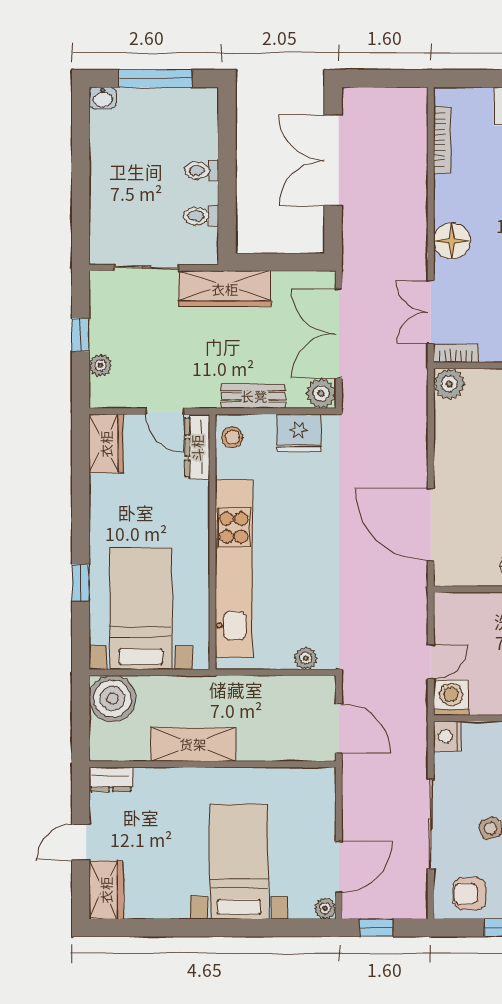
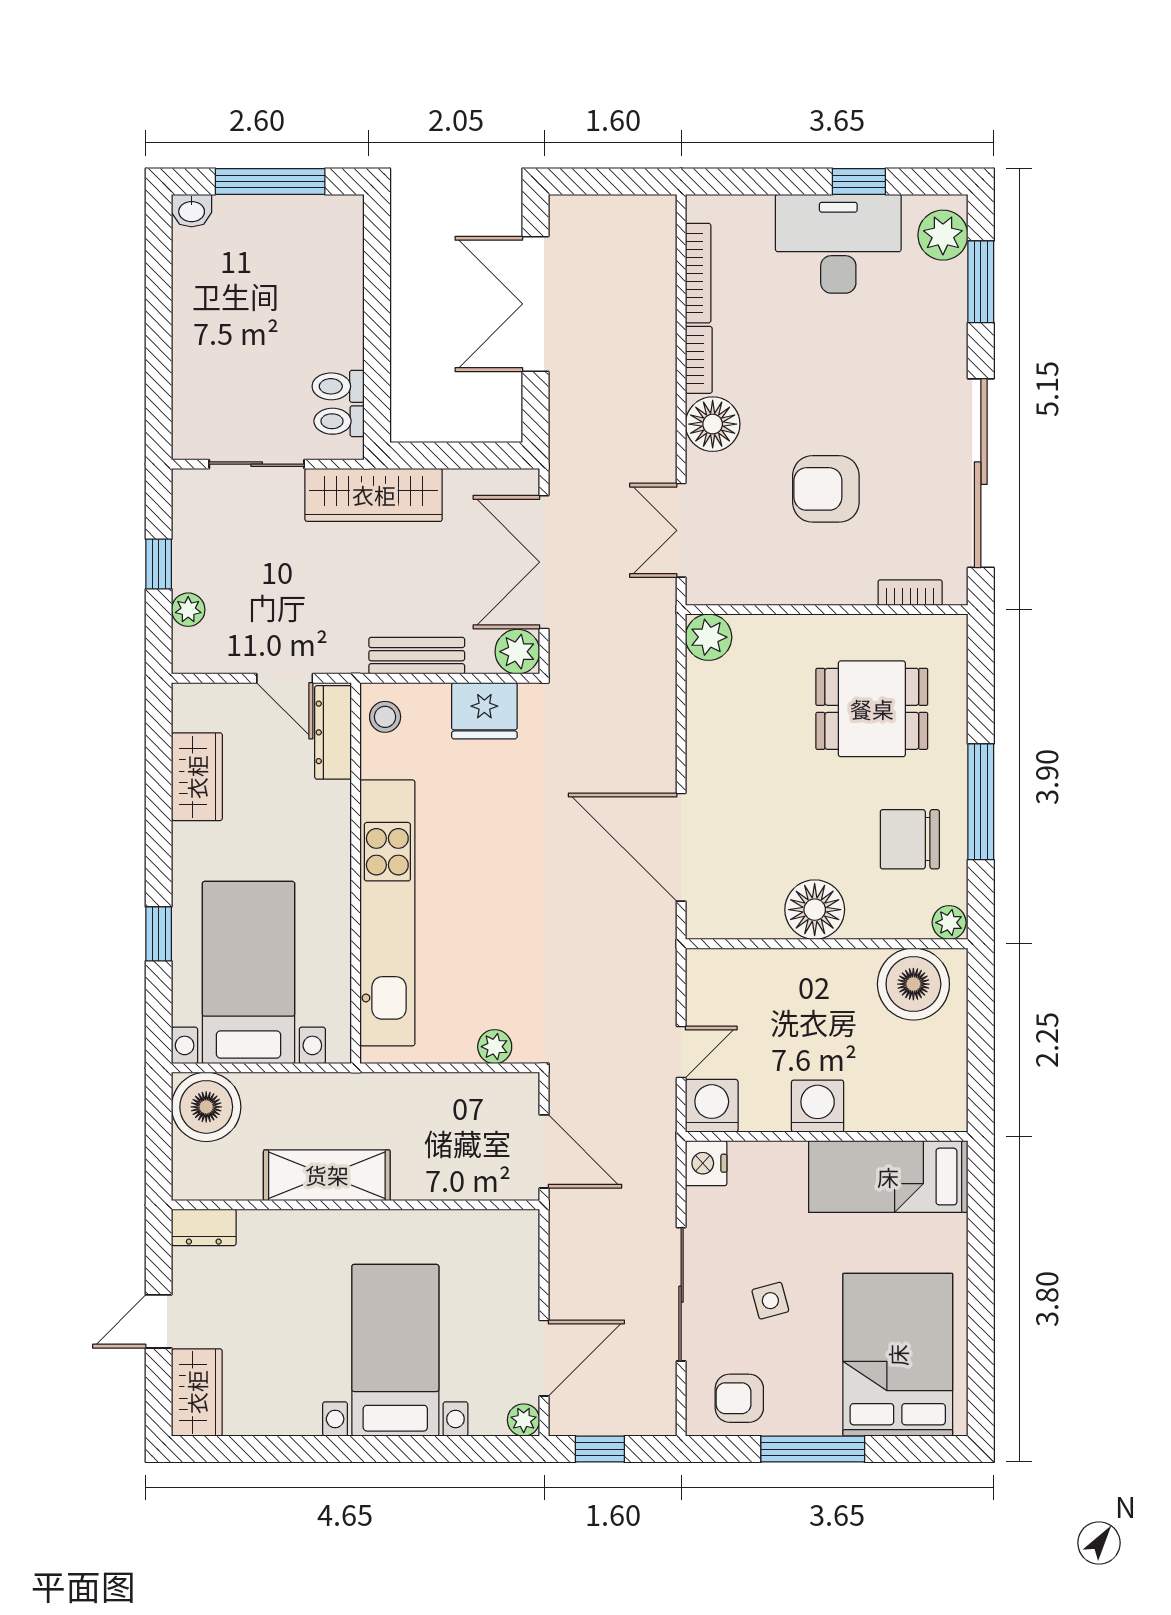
toilet: (201, 171) -> (339, 421), moved
bookcase: (456, 354) -> (699, 360), moved, turned 90
wardrobe: (106, 444) -> (197, 777), moved

